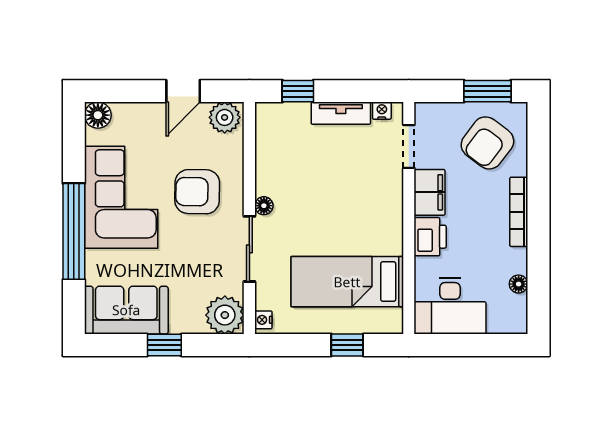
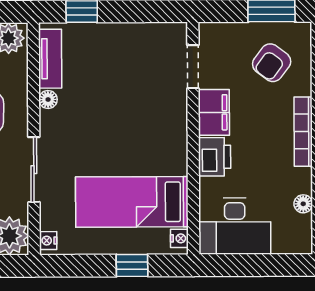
nightstand: (382, 111) -> (179, 238), moved, turned 90
tv unit: (341, 113) -> (50, 59), moved, turned -90
armchair: (487, 143) -> (272, 63), width x0.72, depth x0.72
floor lamp: (264, 206) -> (48, 99), moved

